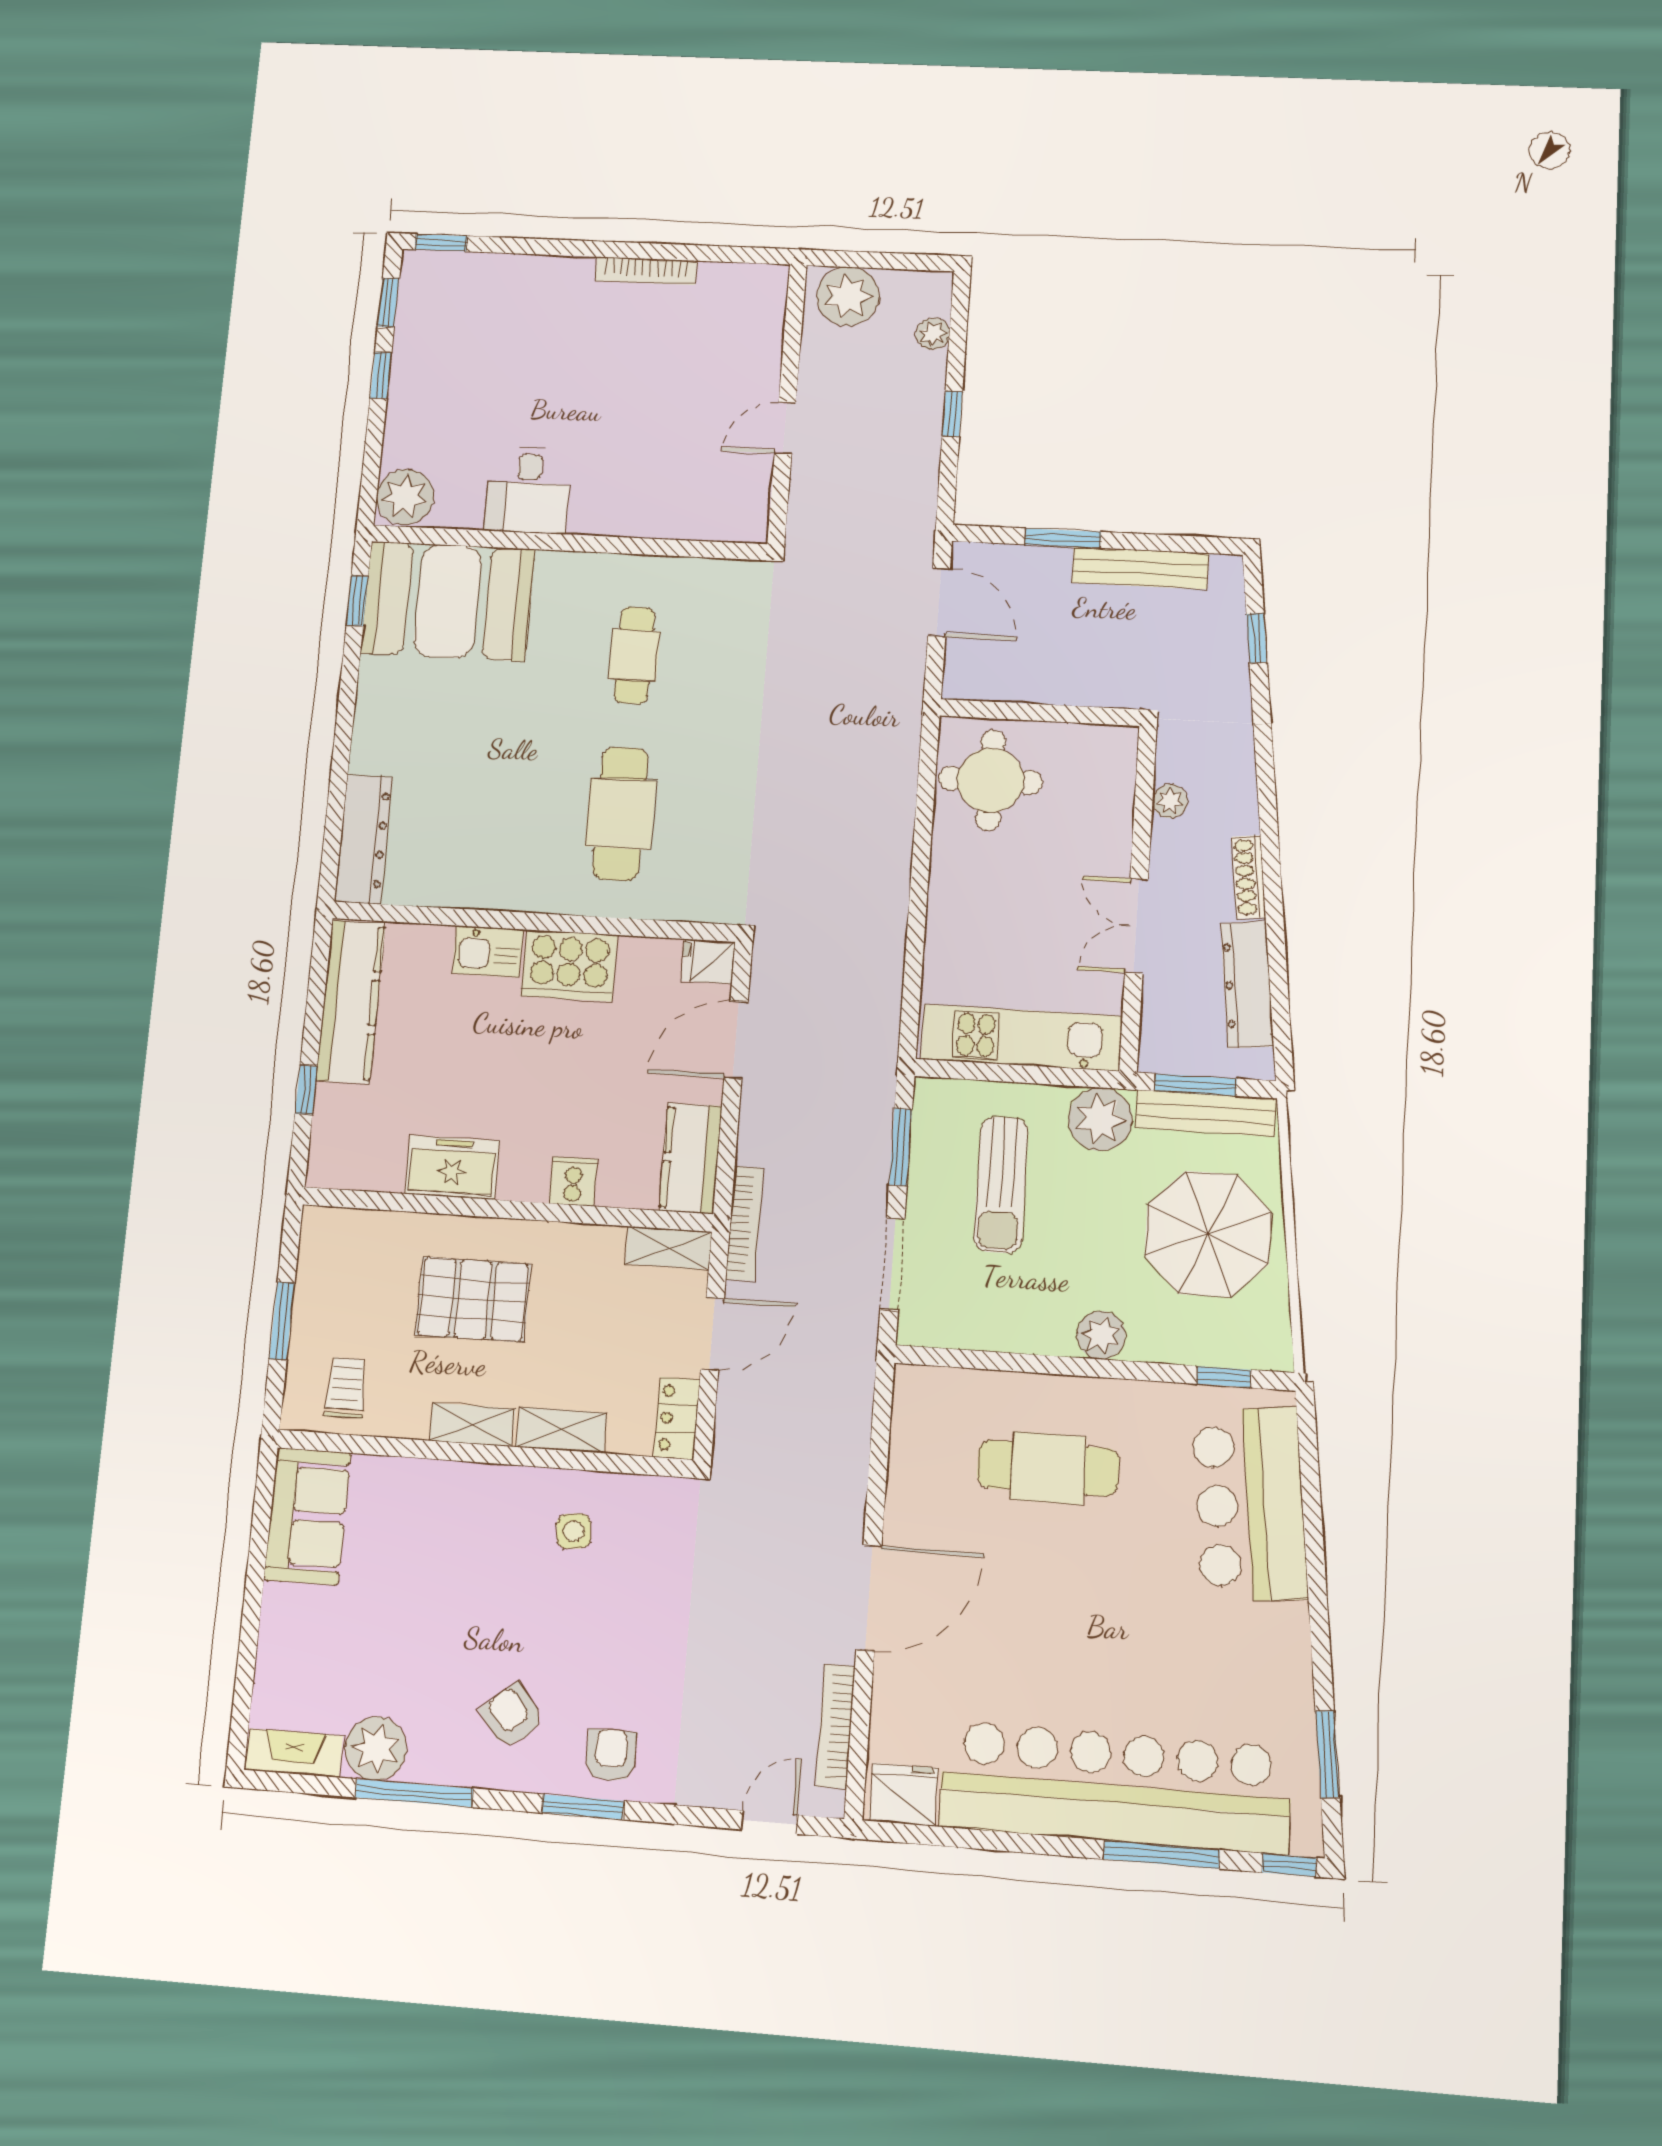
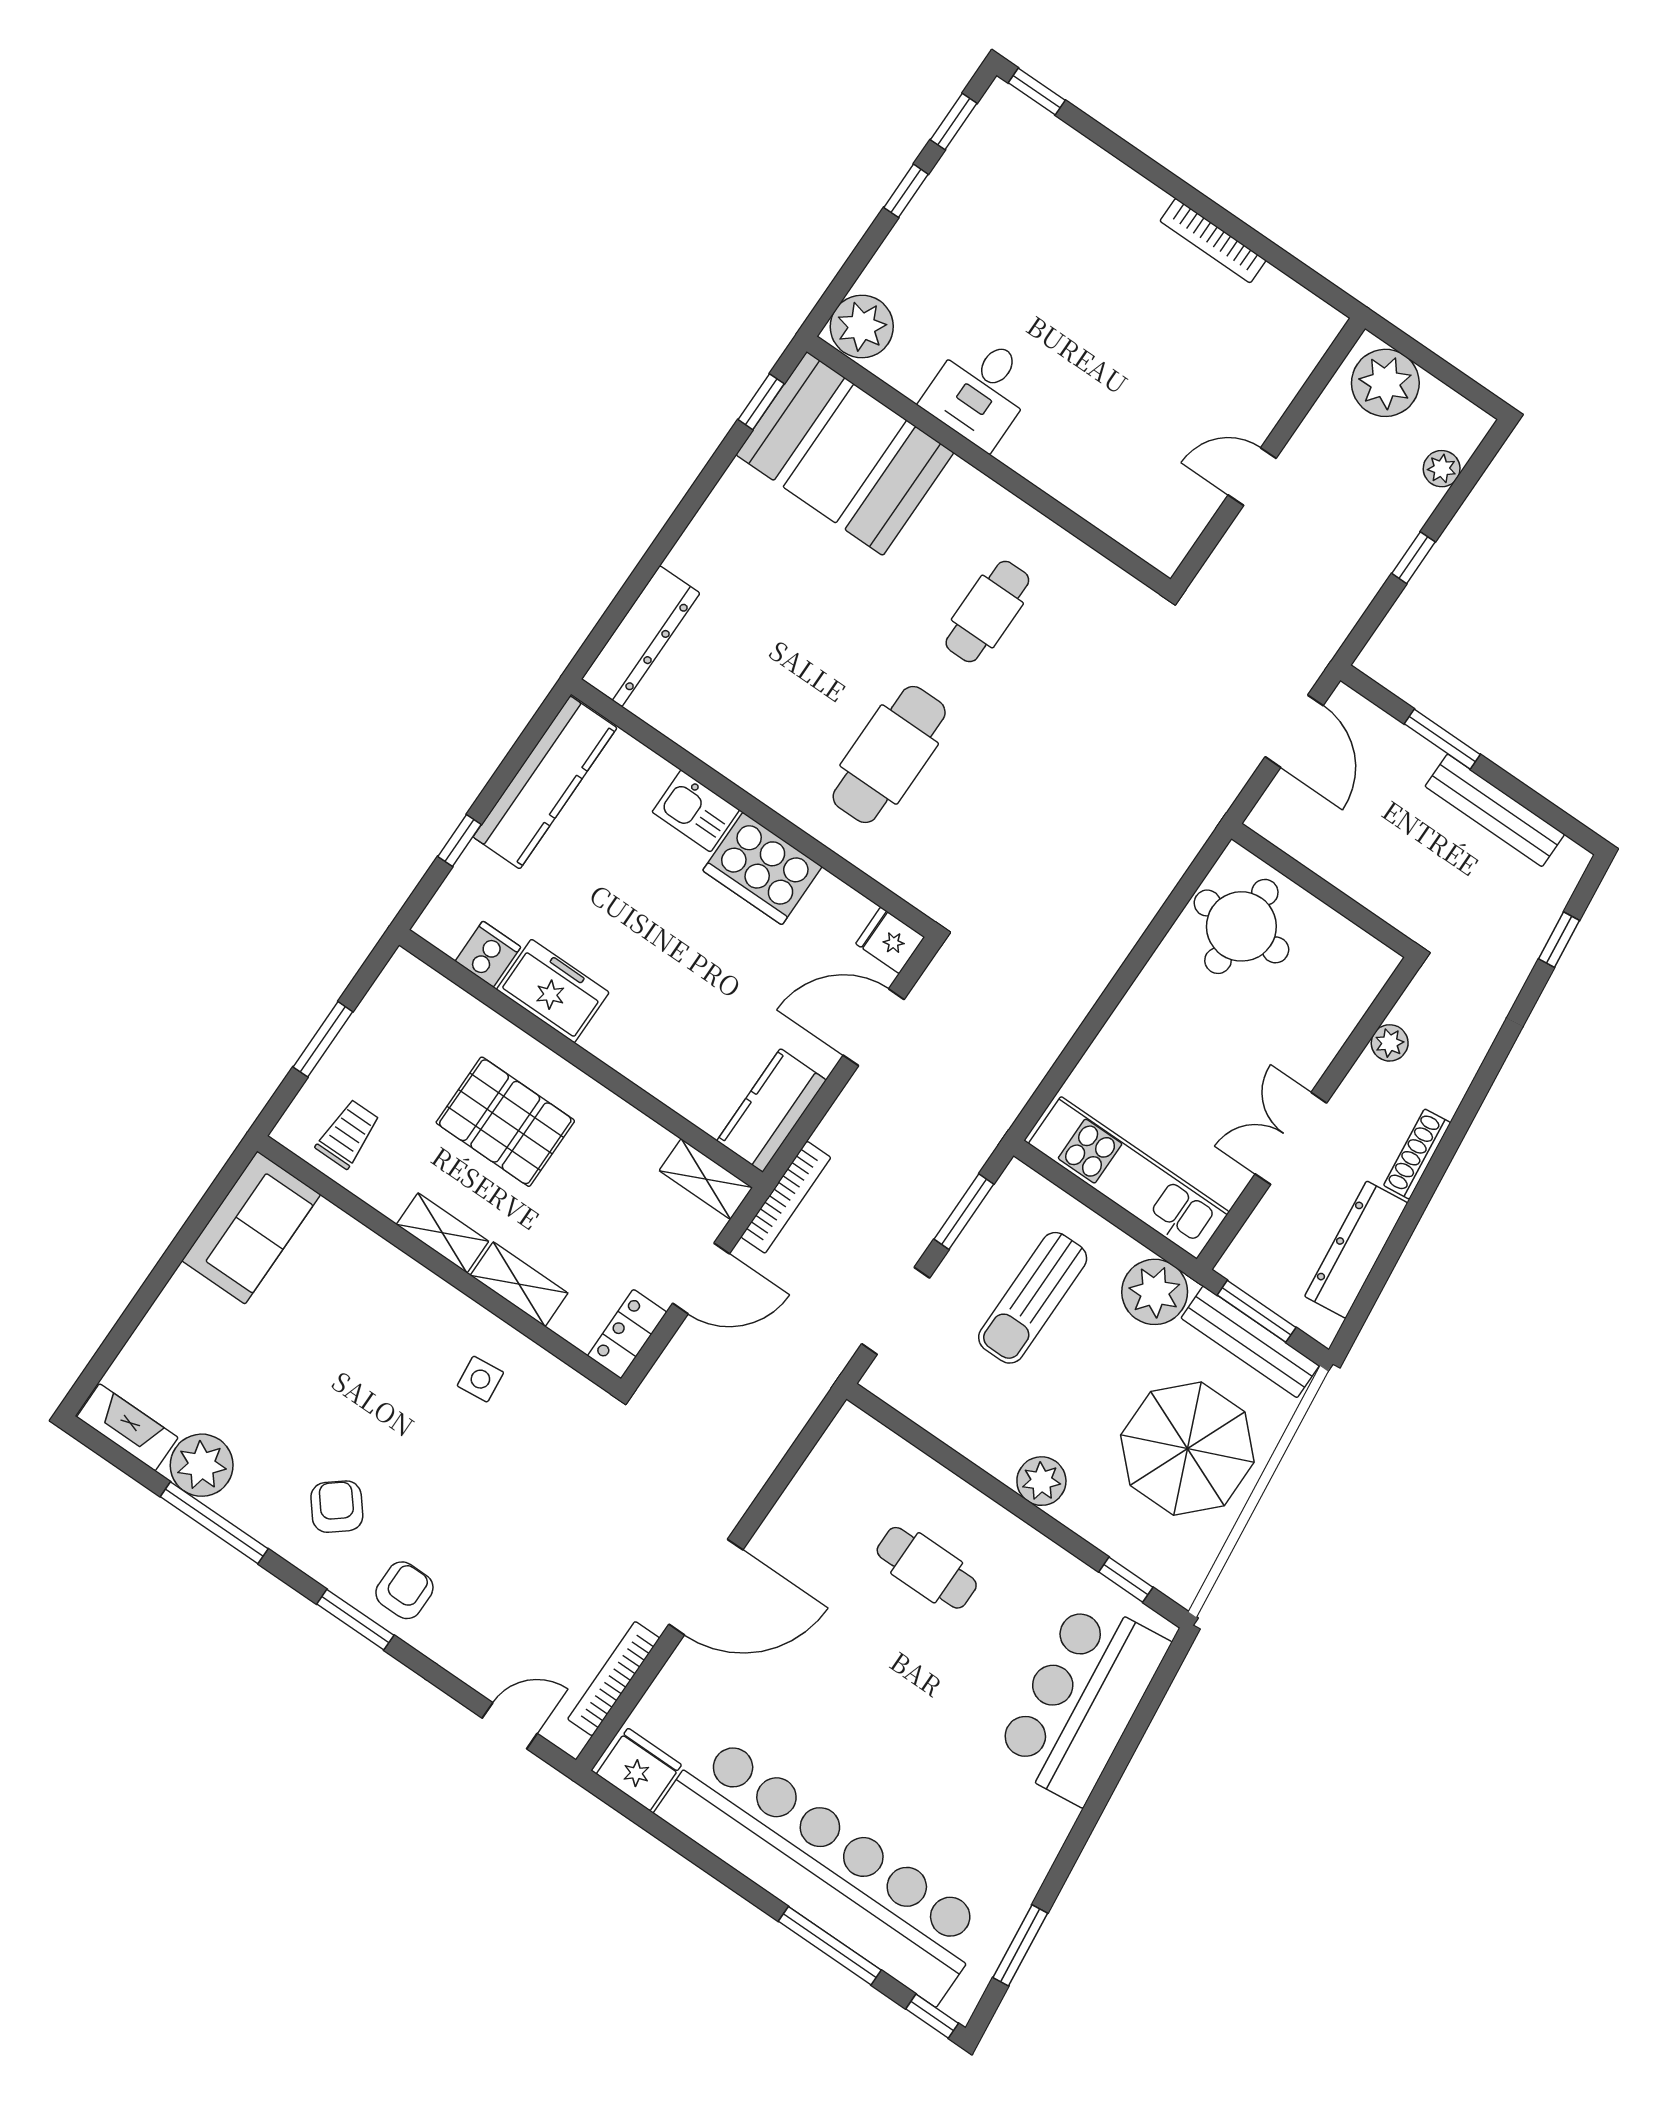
cooker: (573, 1181) -> (488, 954), moved
cafe table: (1048, 1468) -> (927, 1568), width x0.73, depth x0.74

